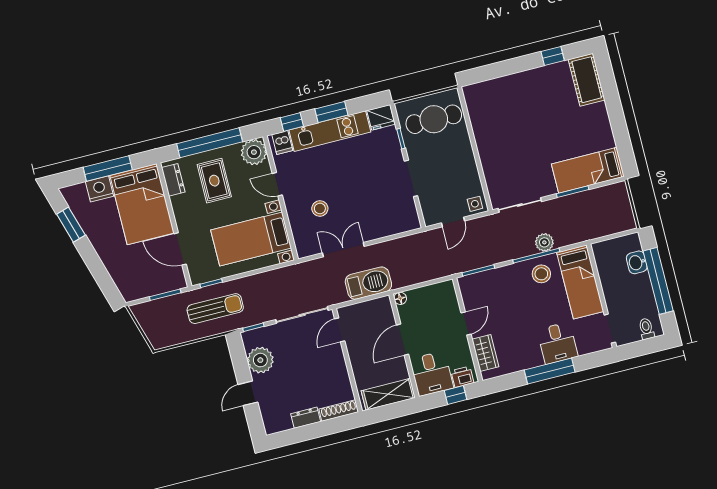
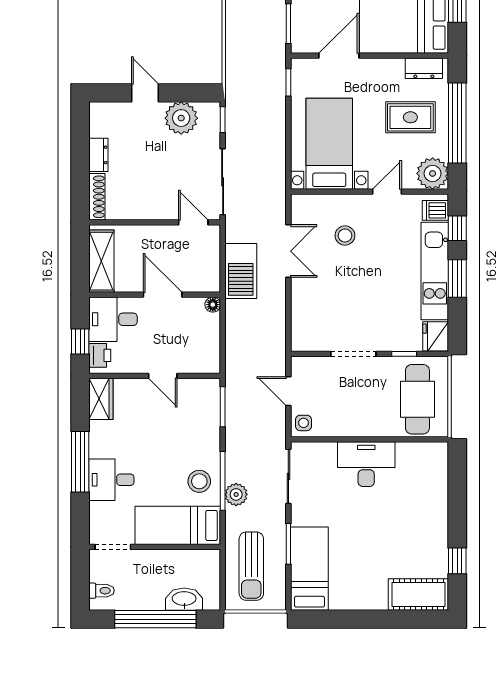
desk: (495, 146) -> (366, 464), added
washbasin: (637, 262) -> (184, 599), width x1.38
sun lounger: (215, 309) -> (251, 566), moved
wardrobe: (485, 353) -> (101, 399), moved, turned -90

